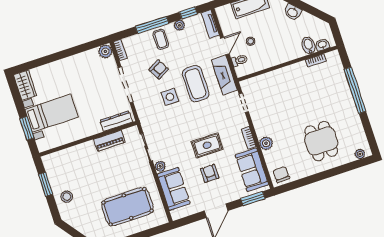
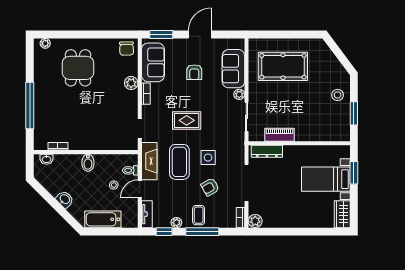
bidet: (309, 45) -> (88, 163), moved
rug: (207, 145) -> (187, 120), moved

